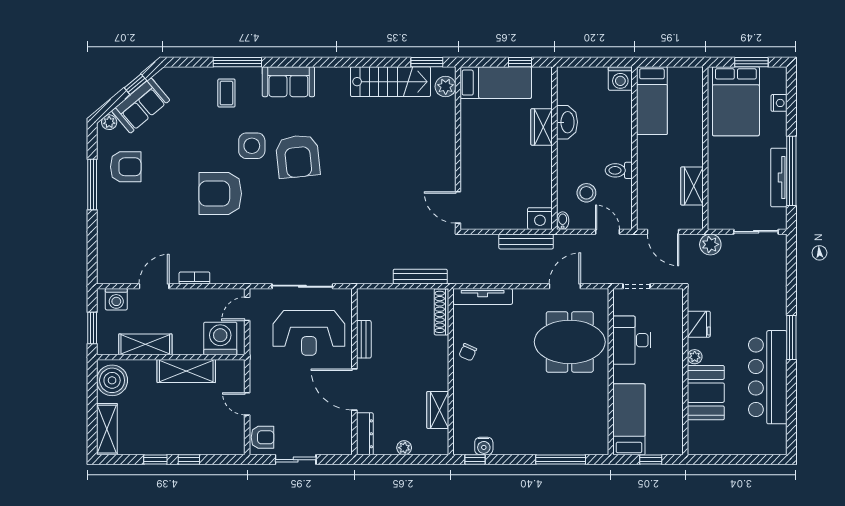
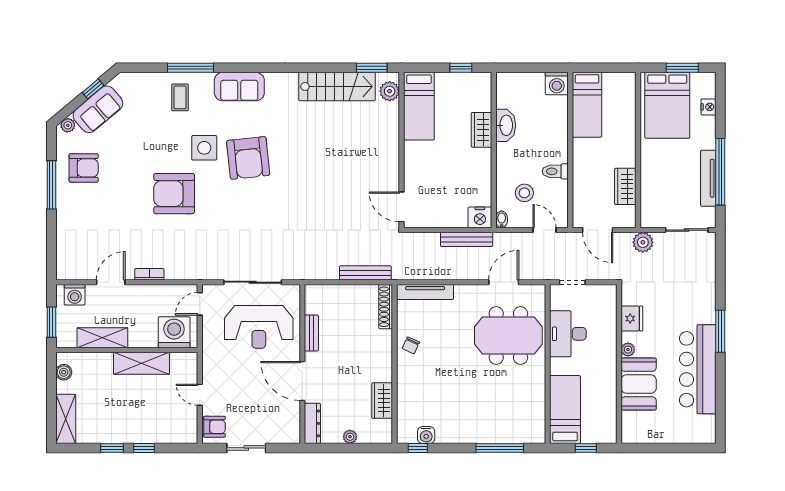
bed: (496, 83) -> (419, 106), moved, turned 90
boiler: (112, 380) -> (64, 372), width x0.54, depth x0.54

